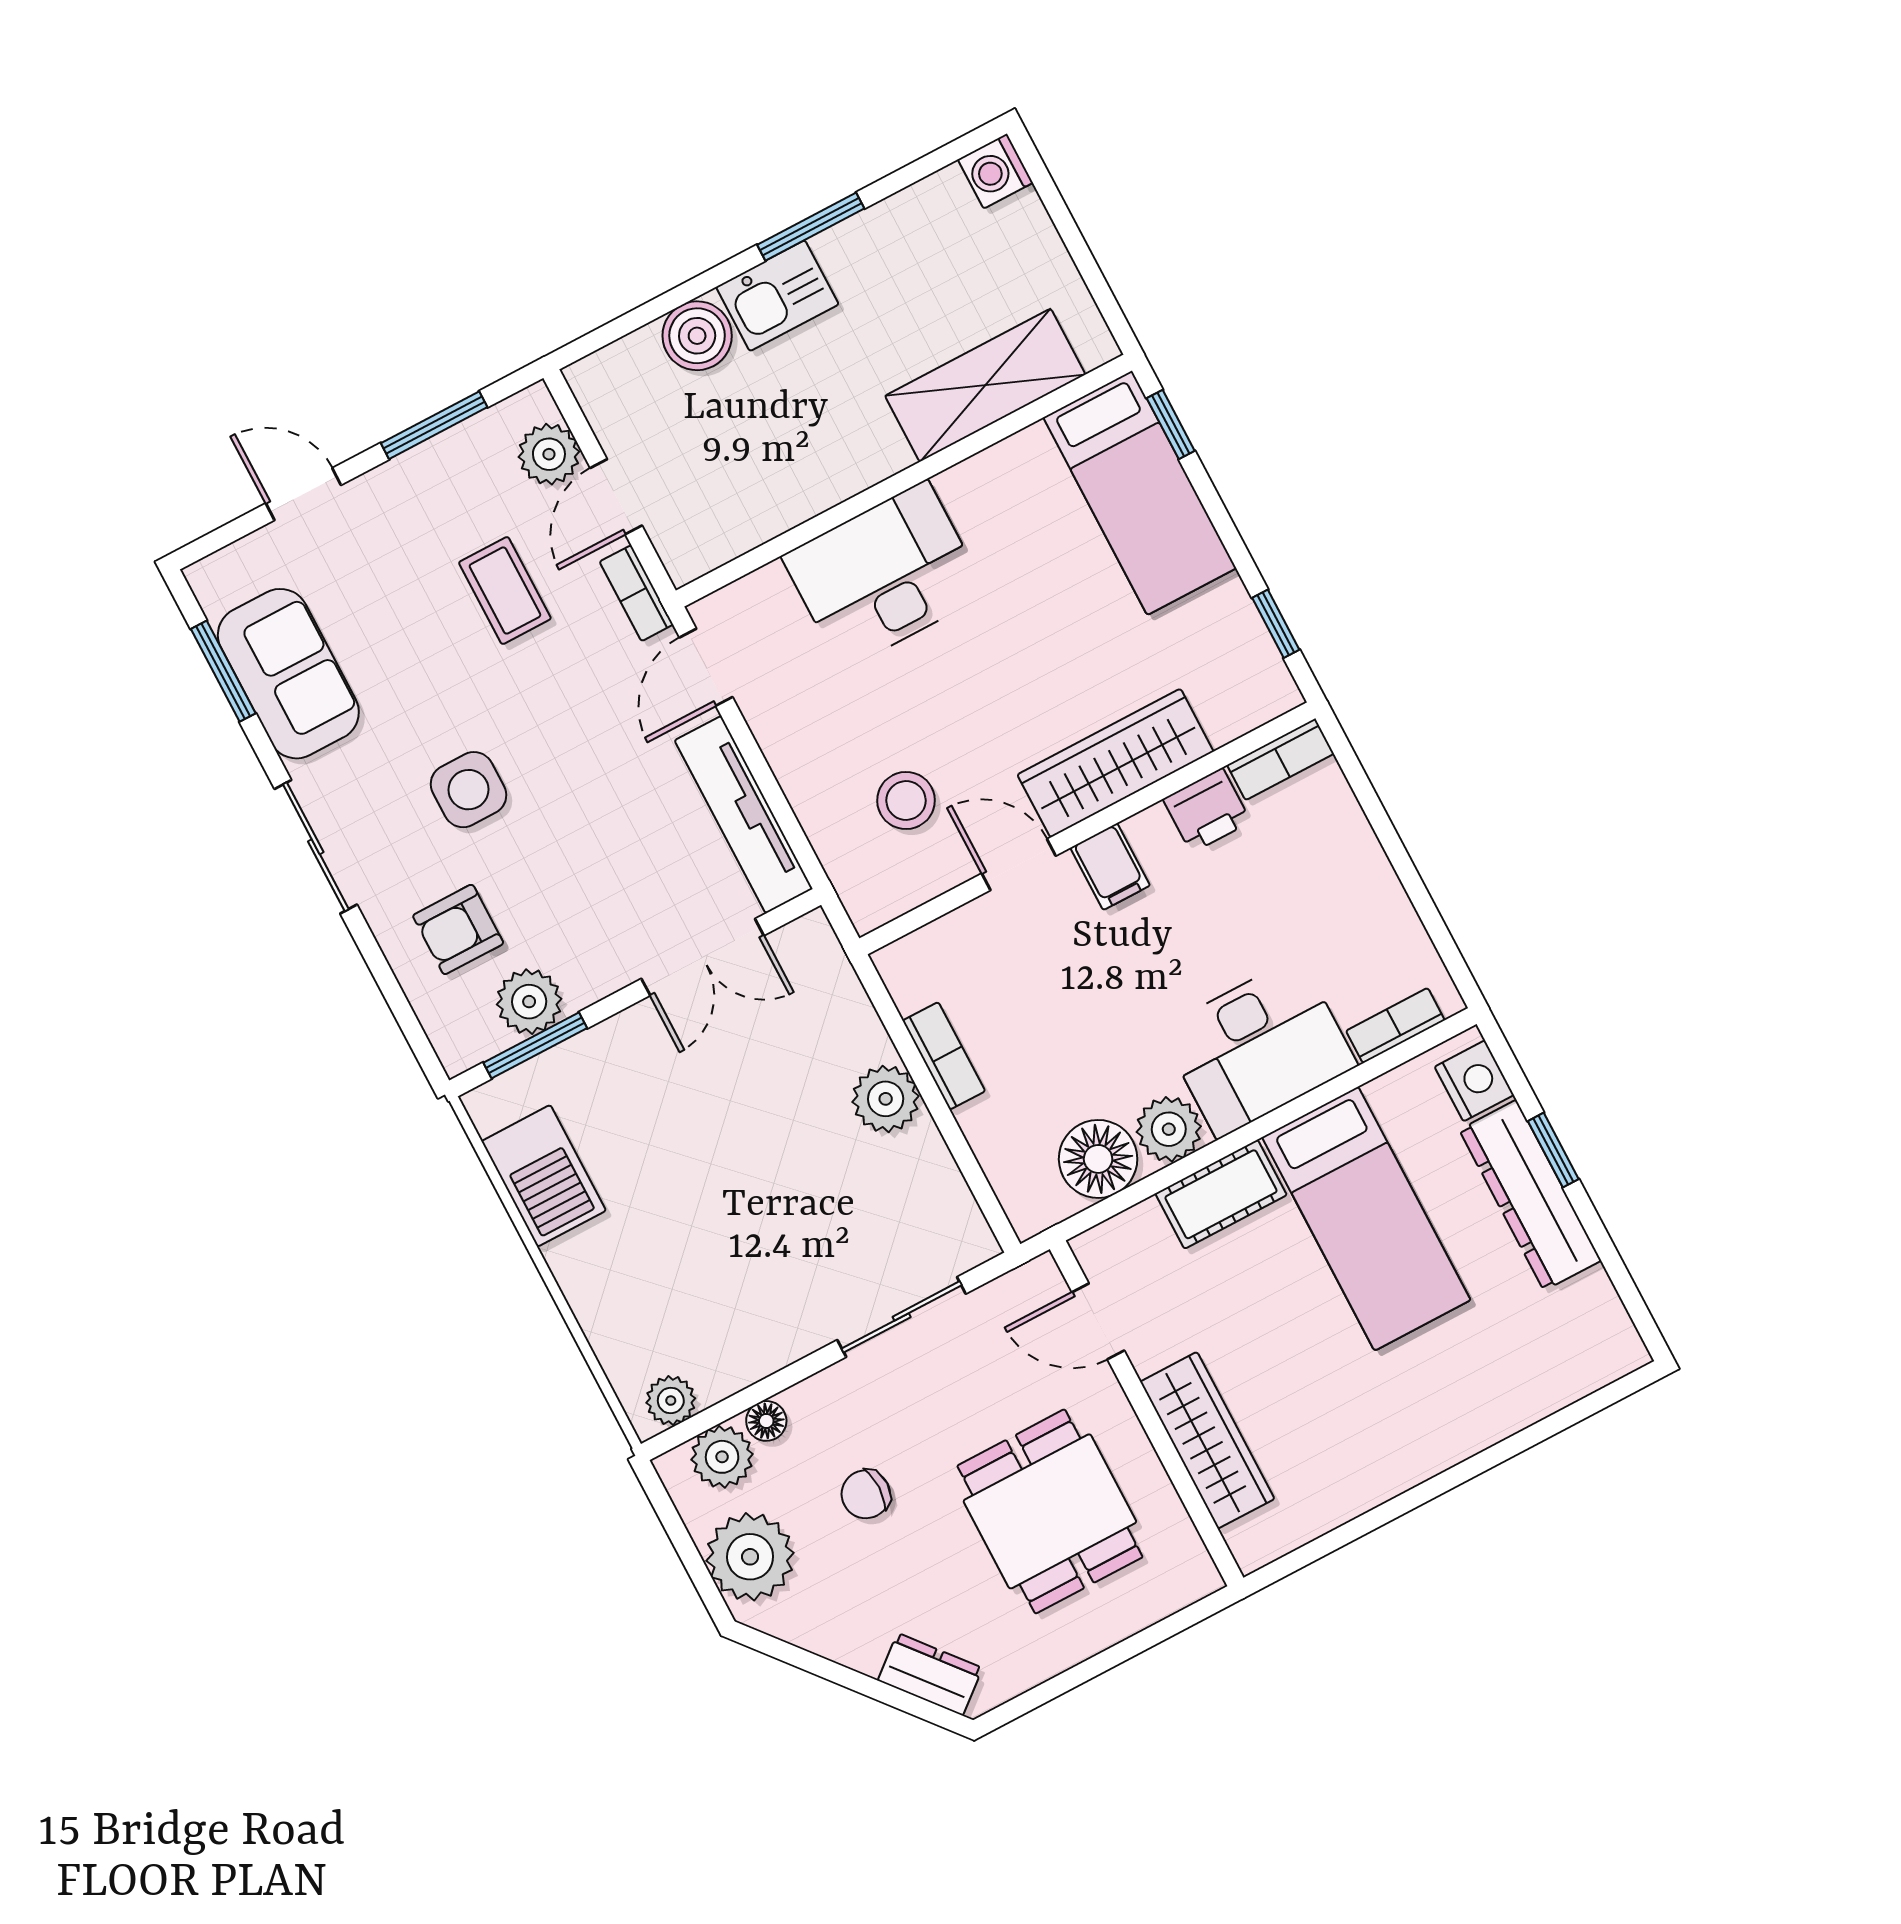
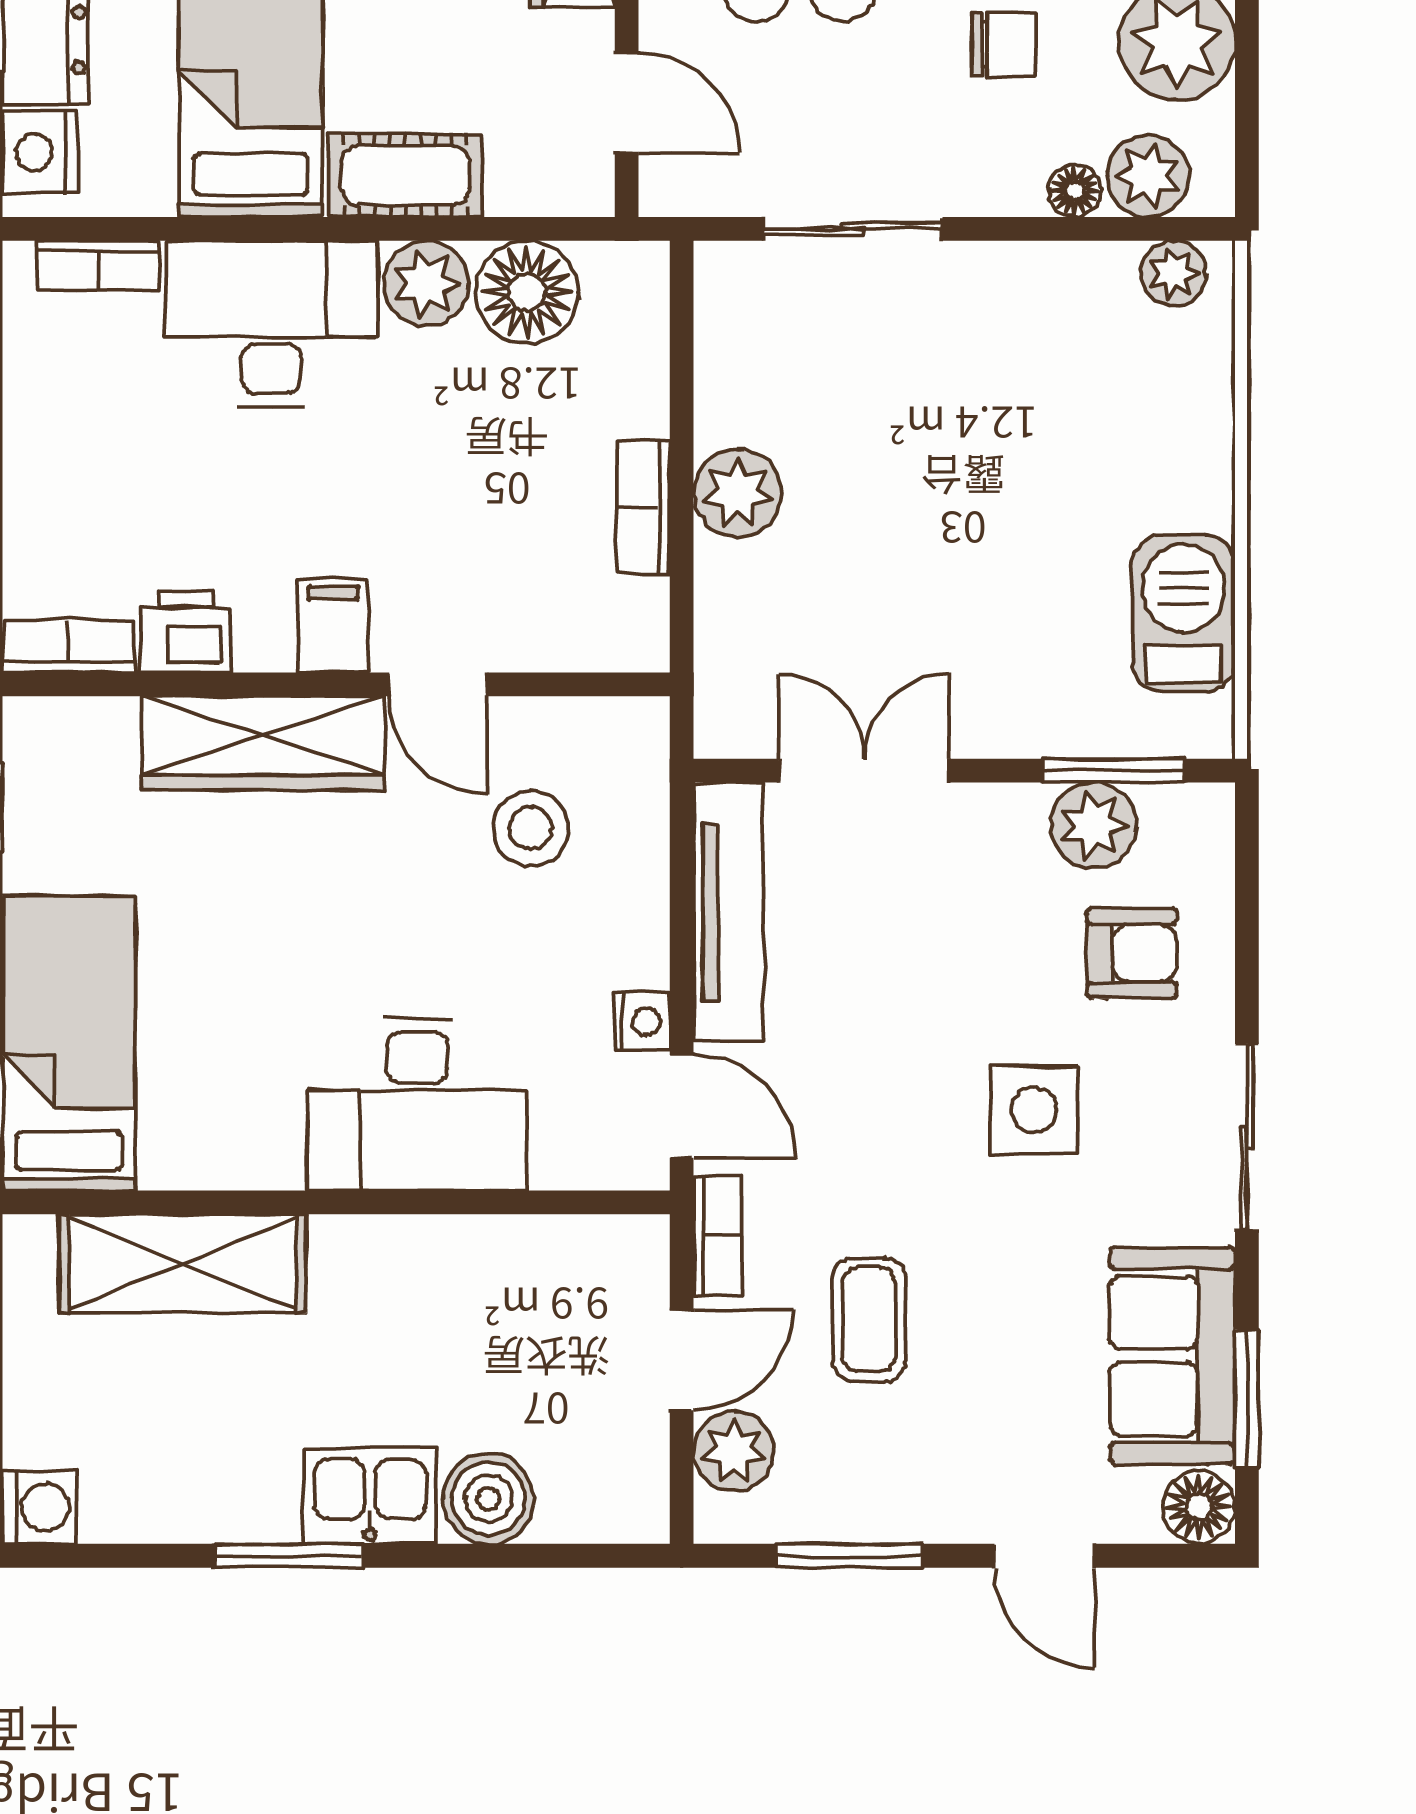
floor lamp: (217, 582) -> (1199, 1507), added
door: (706, 667) -> (682, 1106), hinge flipped
nightstand: (763, 710) -> (642, 1021), added

